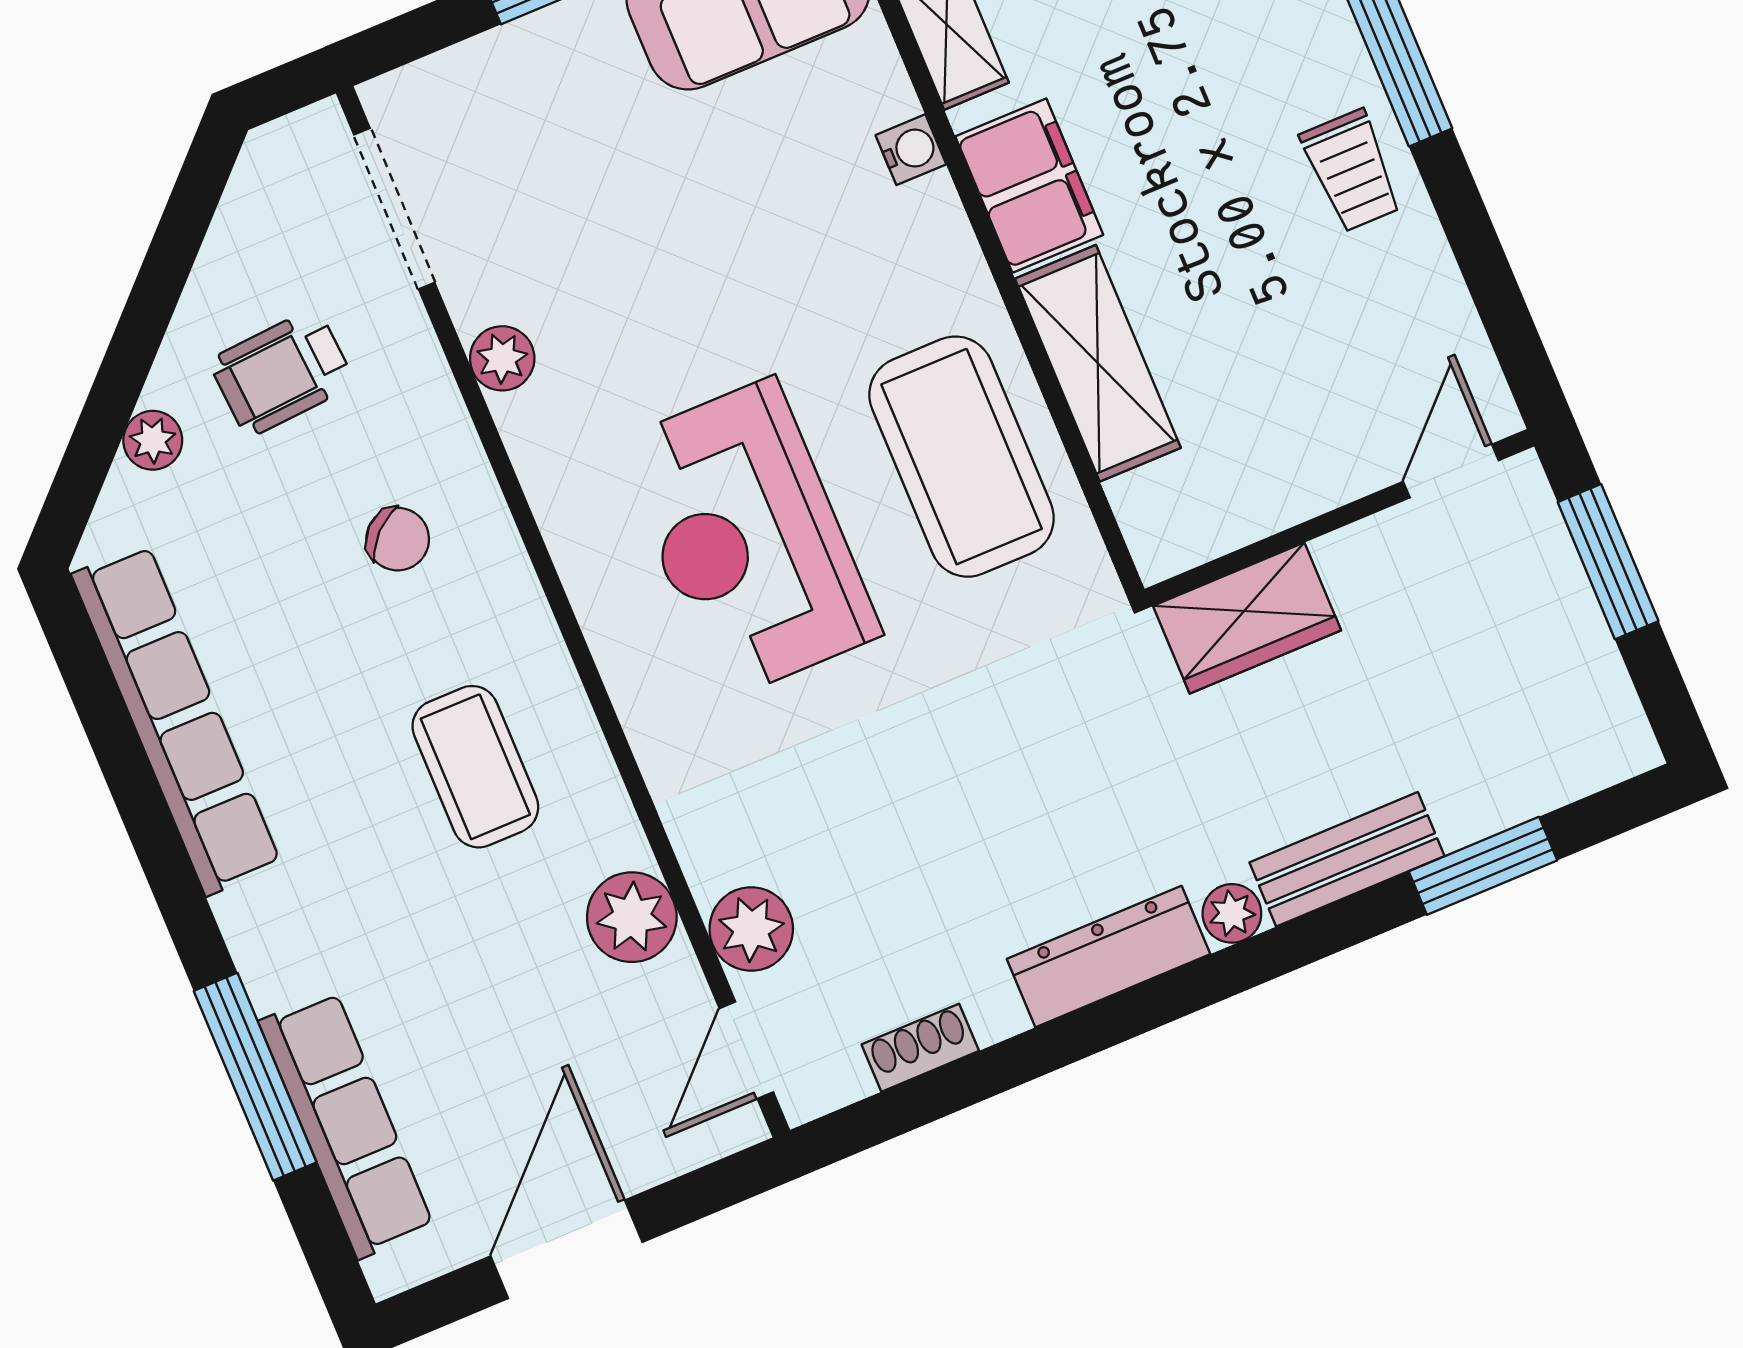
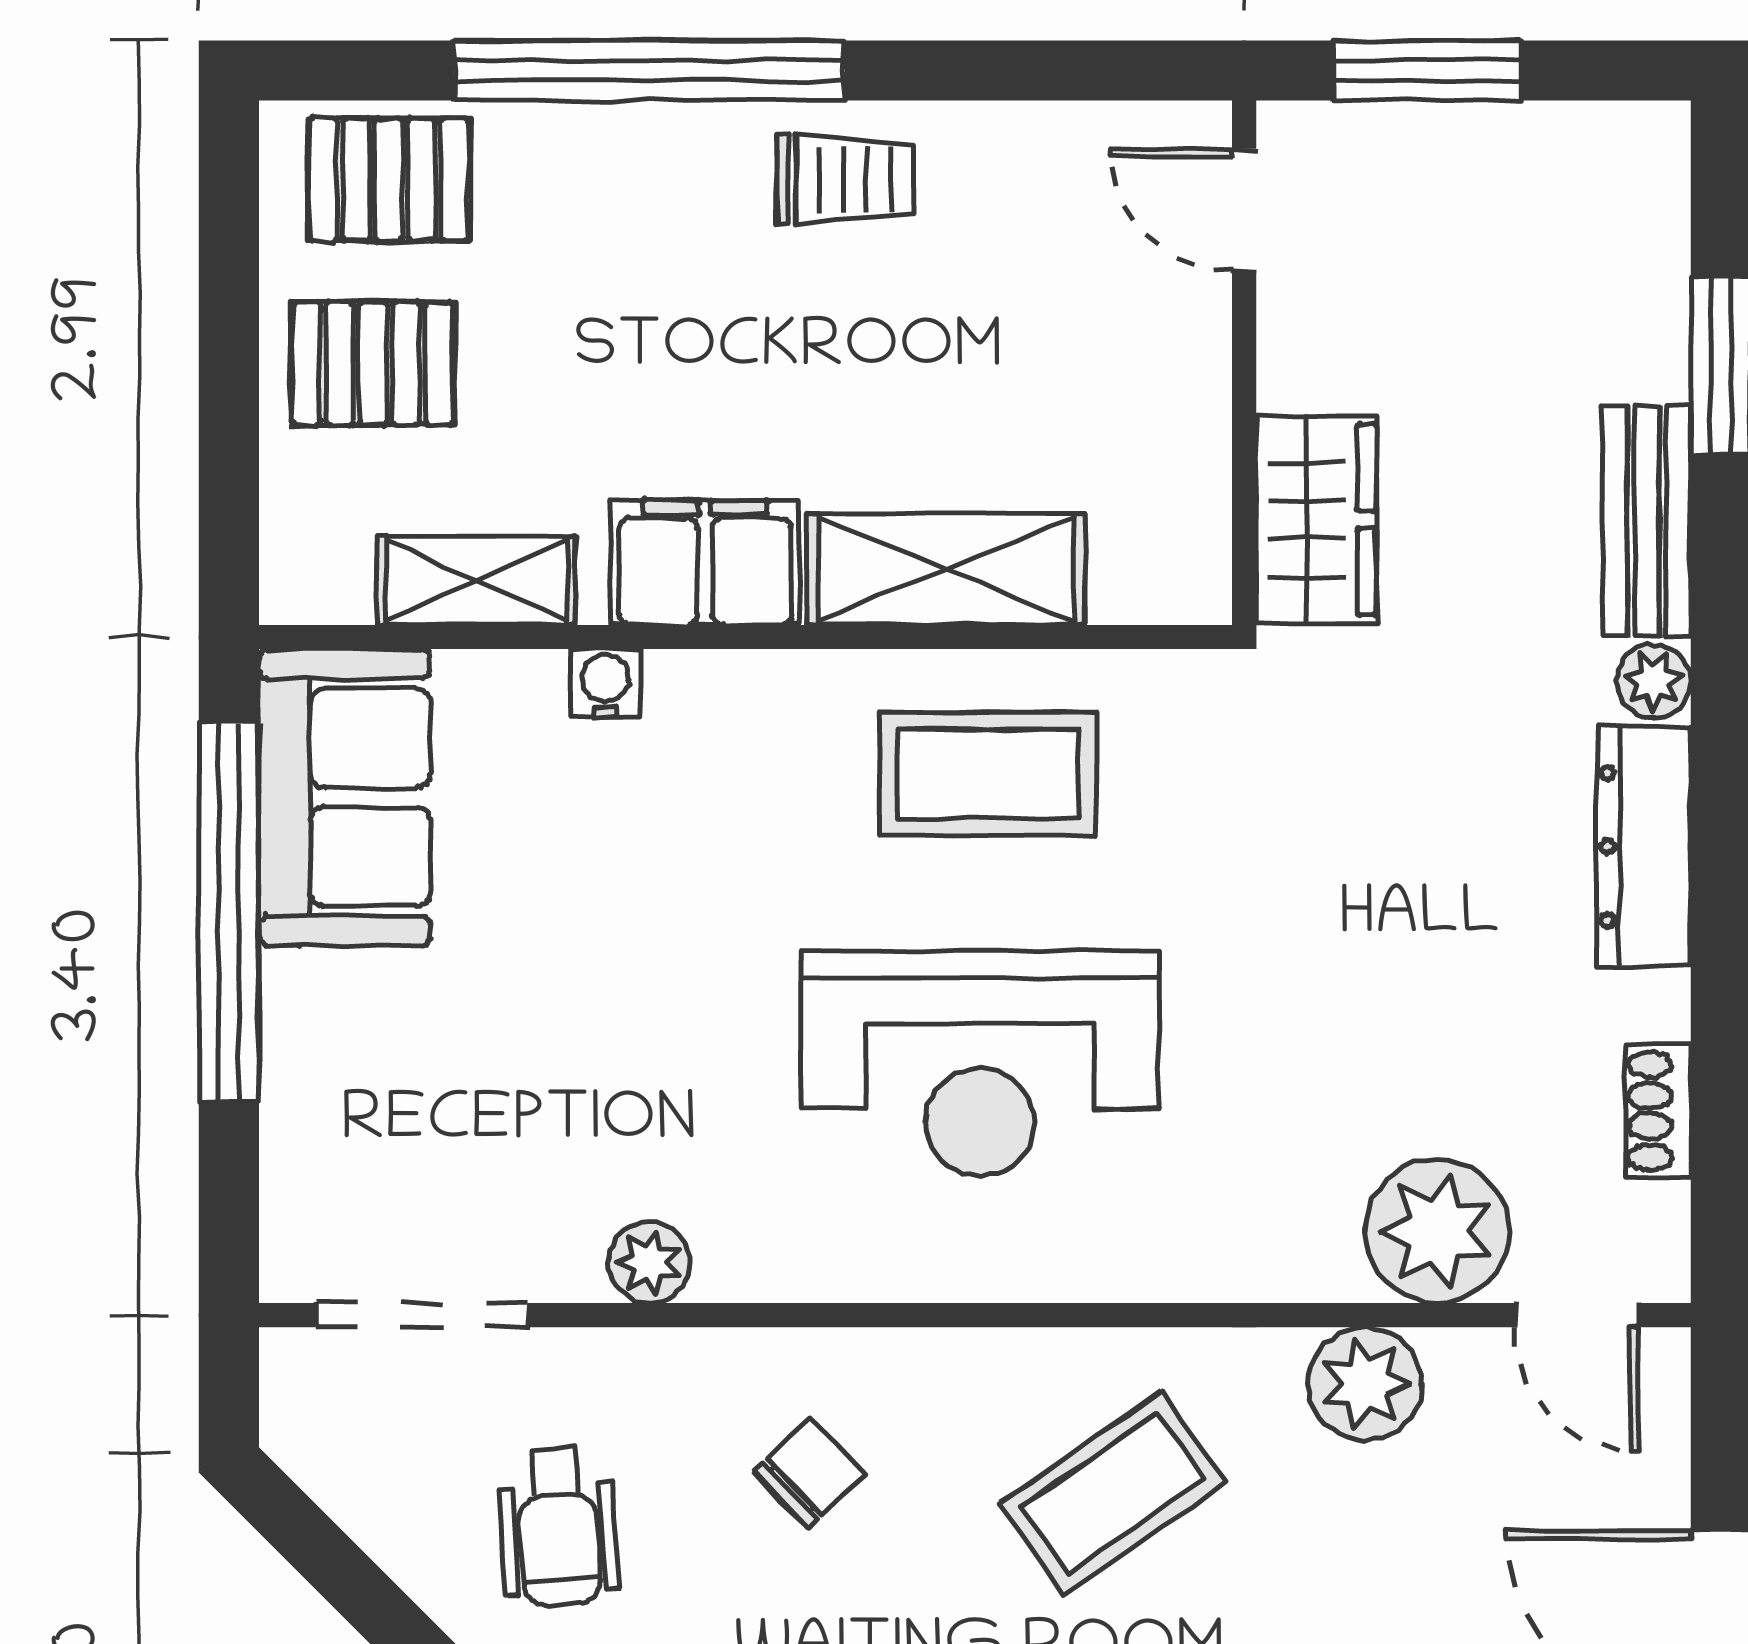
coffee table: (962, 457) -> (988, 774), width x0.73, depth x0.76
coffee table: (475, 767) -> (1113, 1493), turned -35
plant: (751, 929) -> (1437, 1231), width x1.36, depth x1.36

